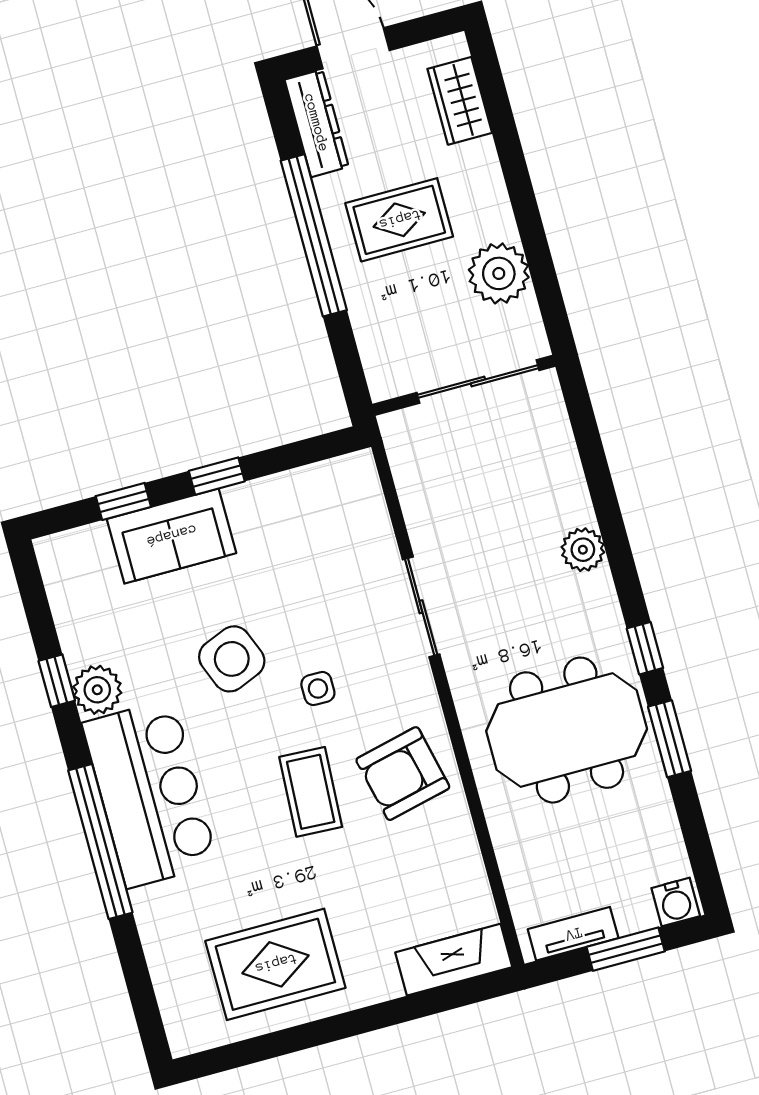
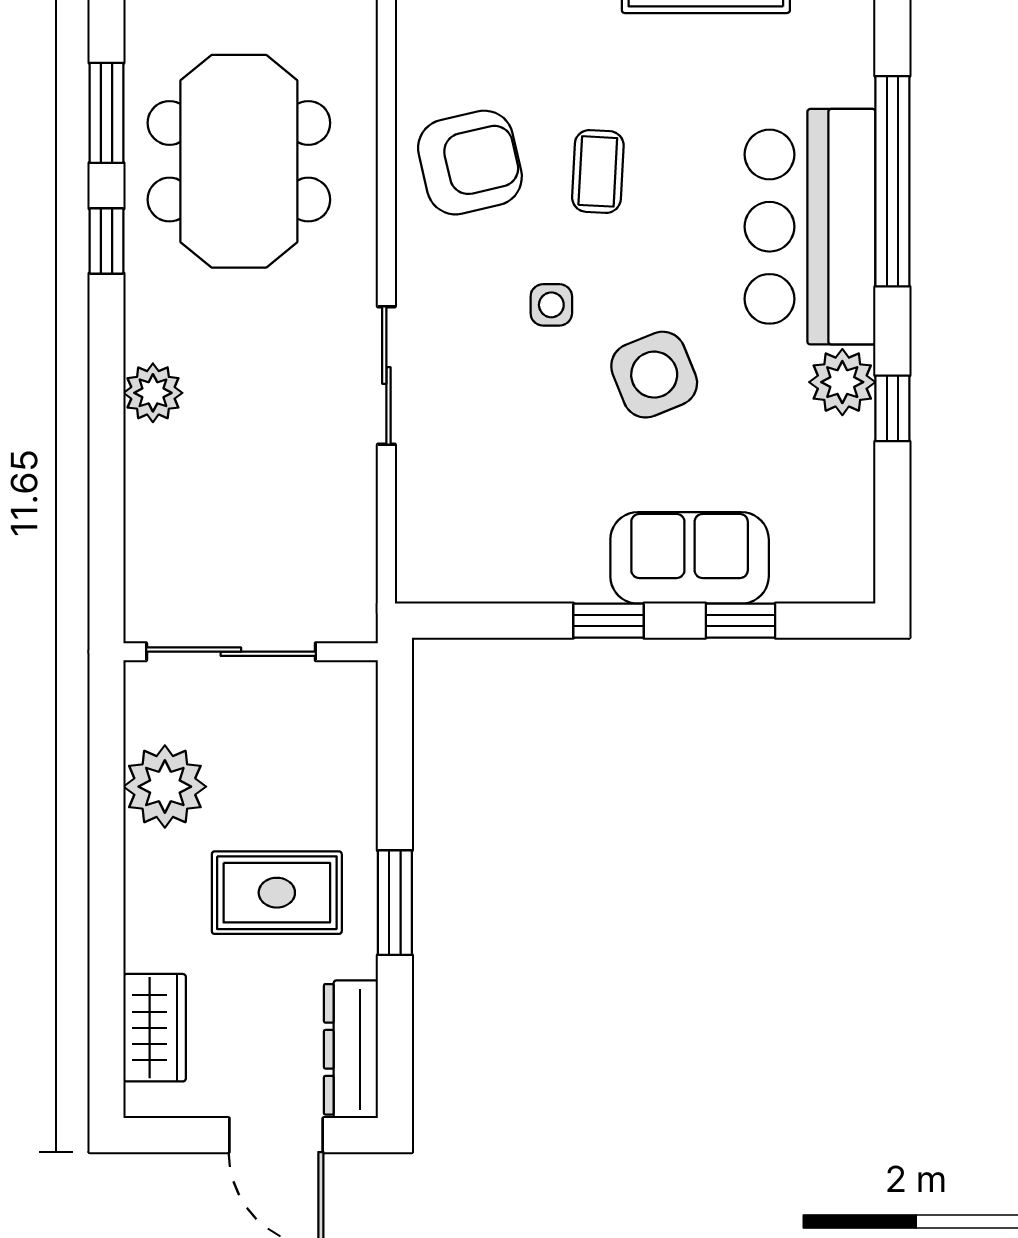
window: (314, 235) -> (395, 903), width x0.47
meeting table: (567, 730) -> (239, 161), turned 90
coffee table: (311, 792) -> (598, 171), width x0.73, depth x0.77

